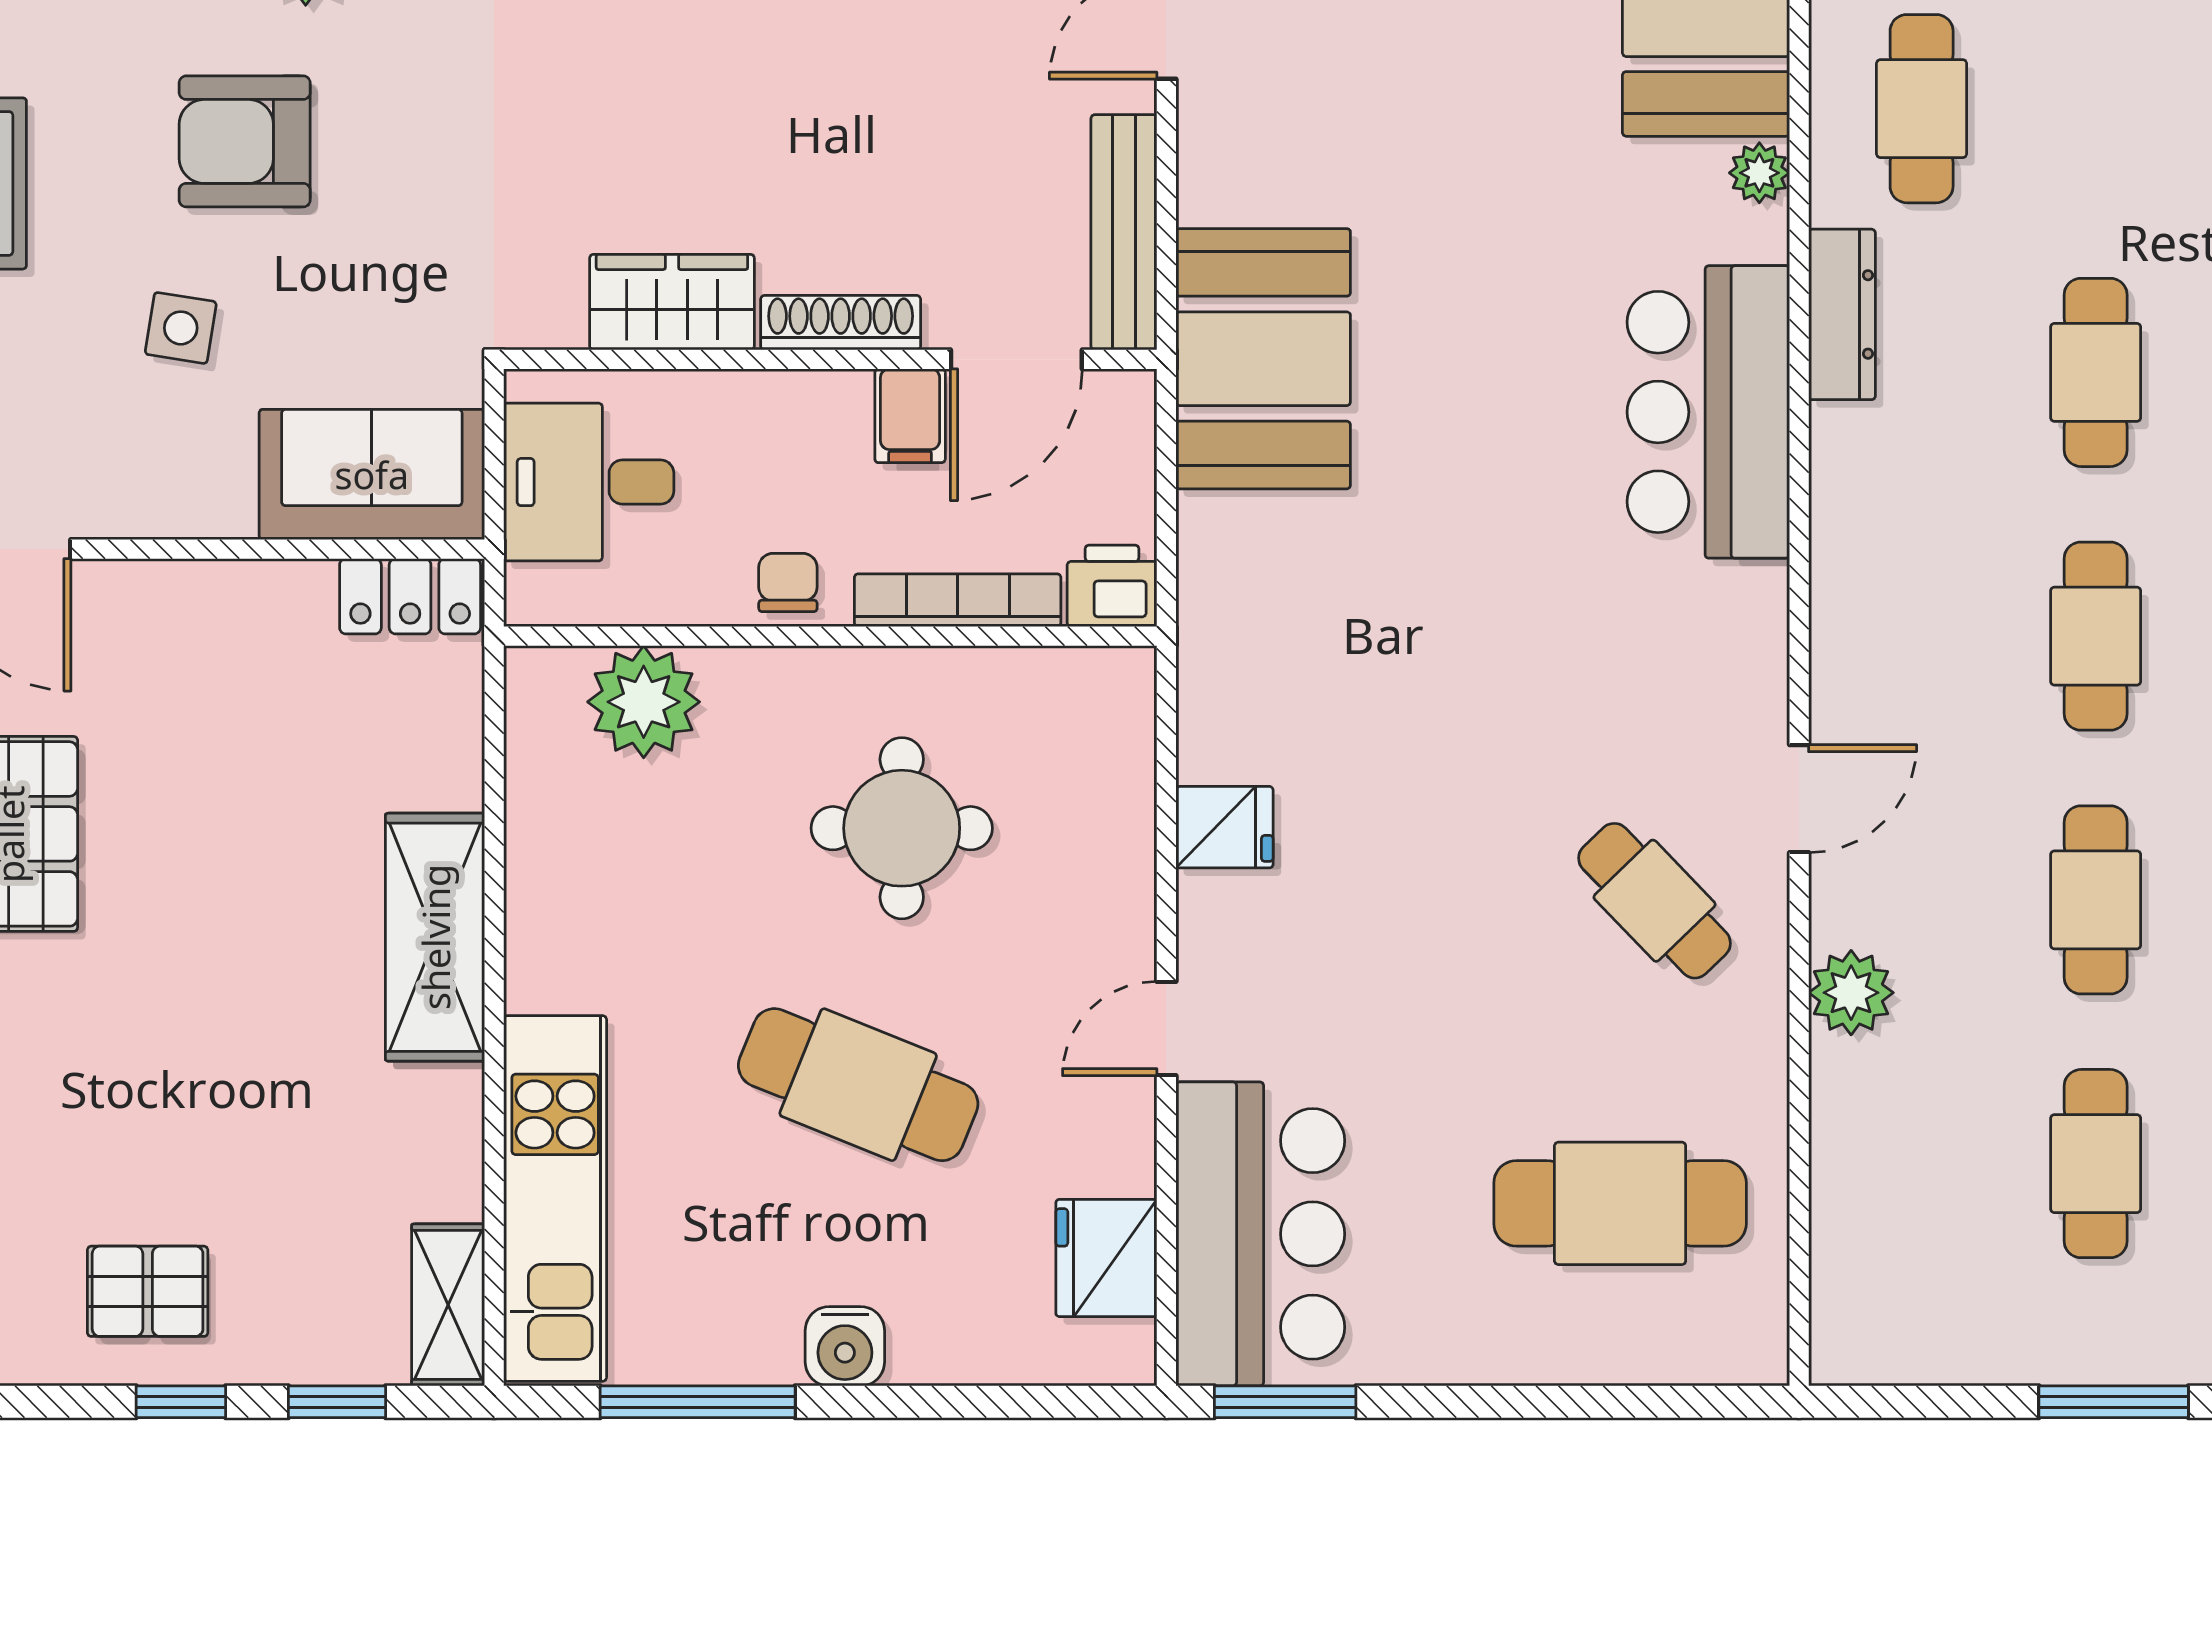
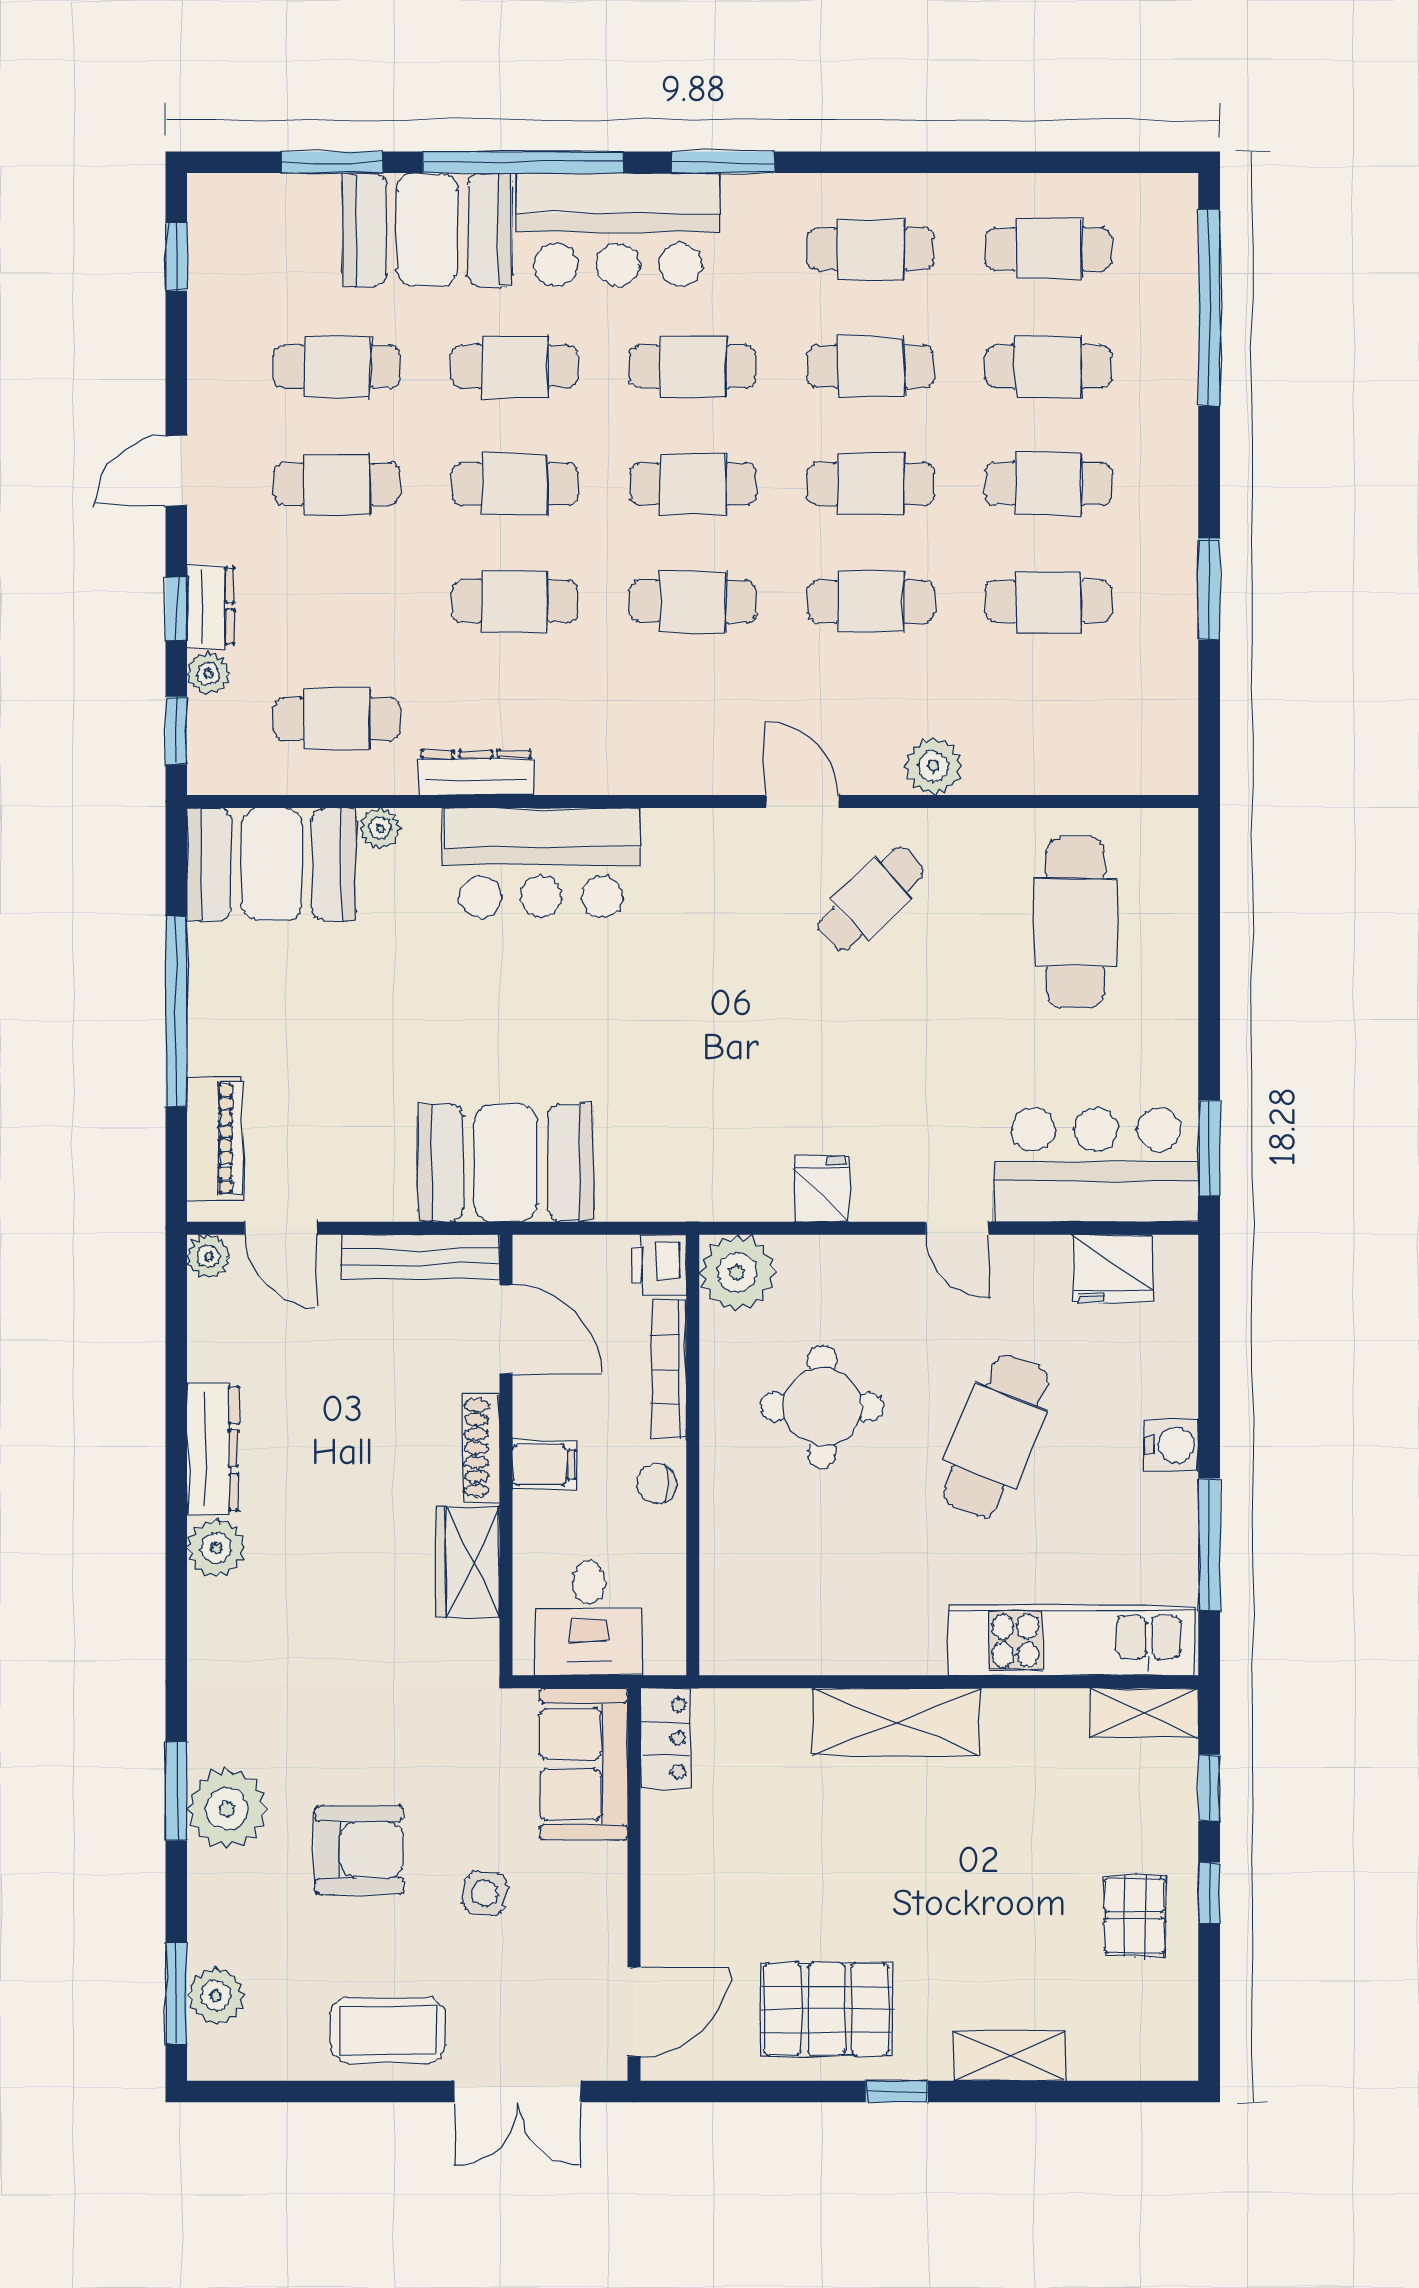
armchair: (245, 141) -> (359, 1850), turned -90
filing cabinet: (910, 416) -> (544, 1465), moved
plant: (644, 702) -> (737, 1273), moved

